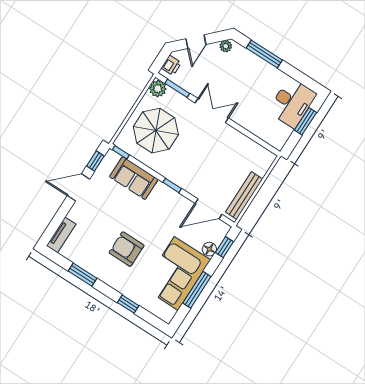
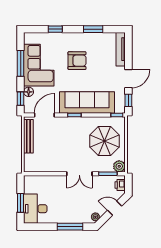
door: (196, 42) -> (115, 208), hinge flipped
sofa: (134, 178) -> (87, 103), width x1.85, depth x1.27
tv unit: (61, 235) -> (121, 49), width x1.41

